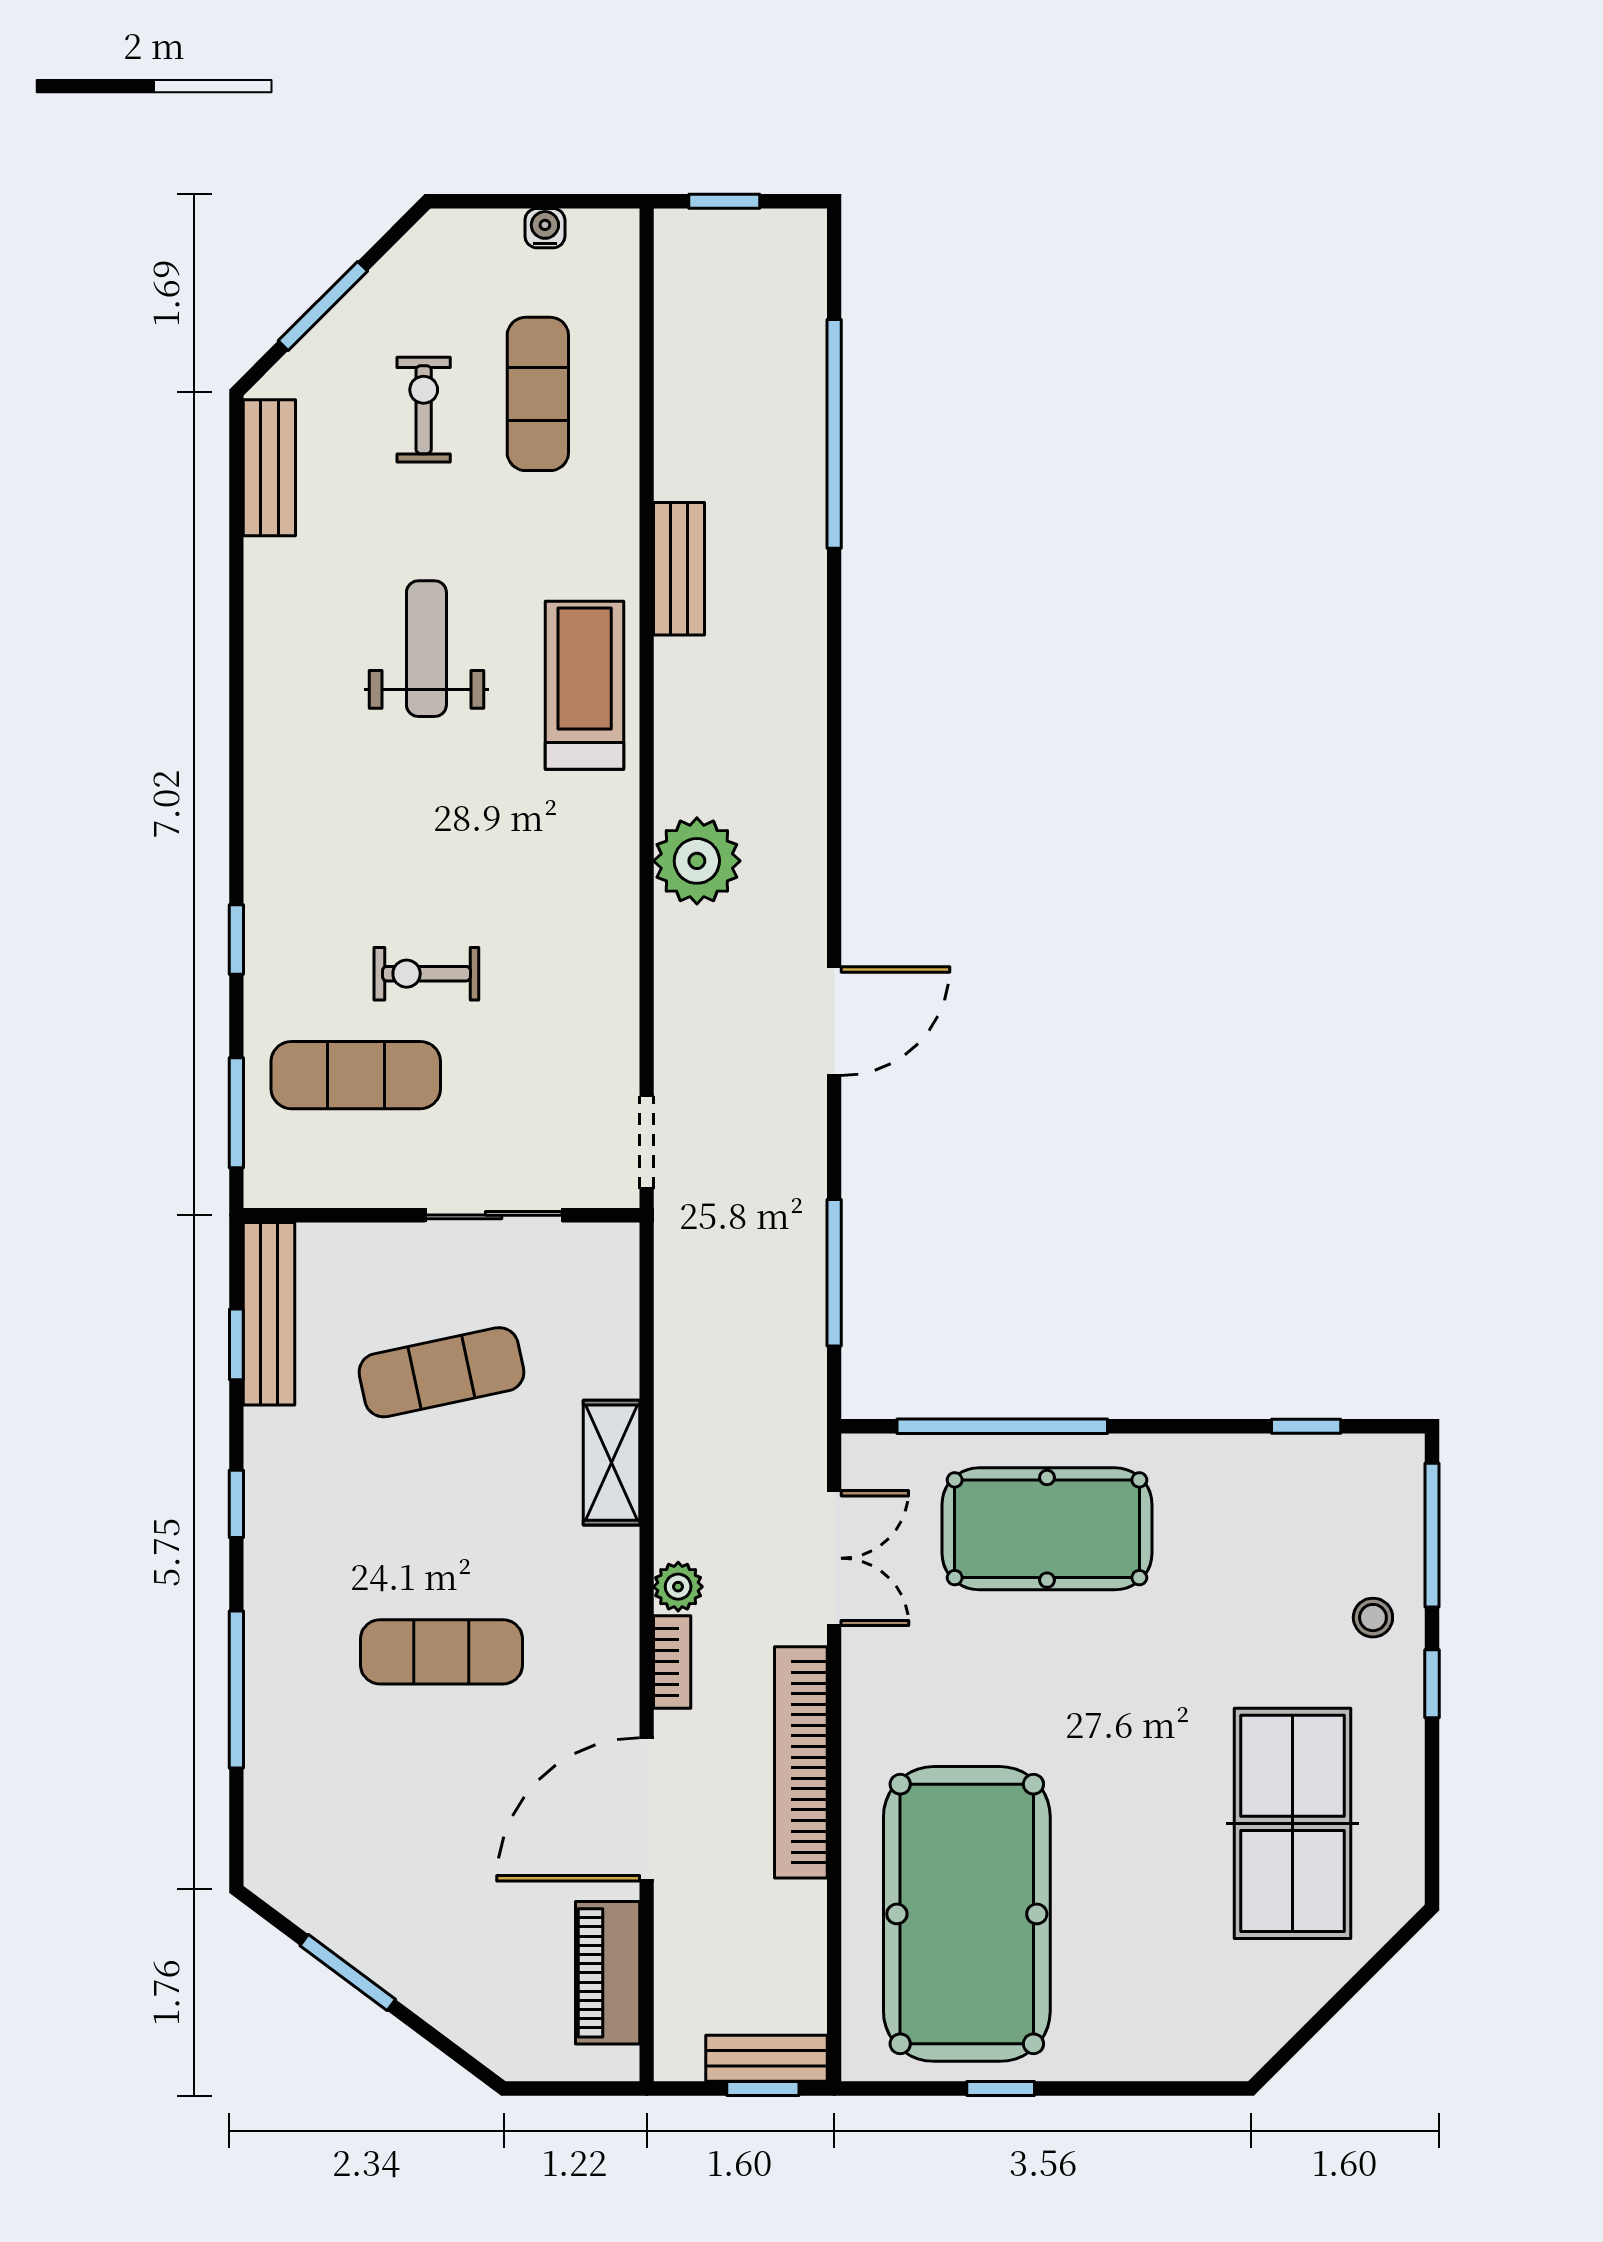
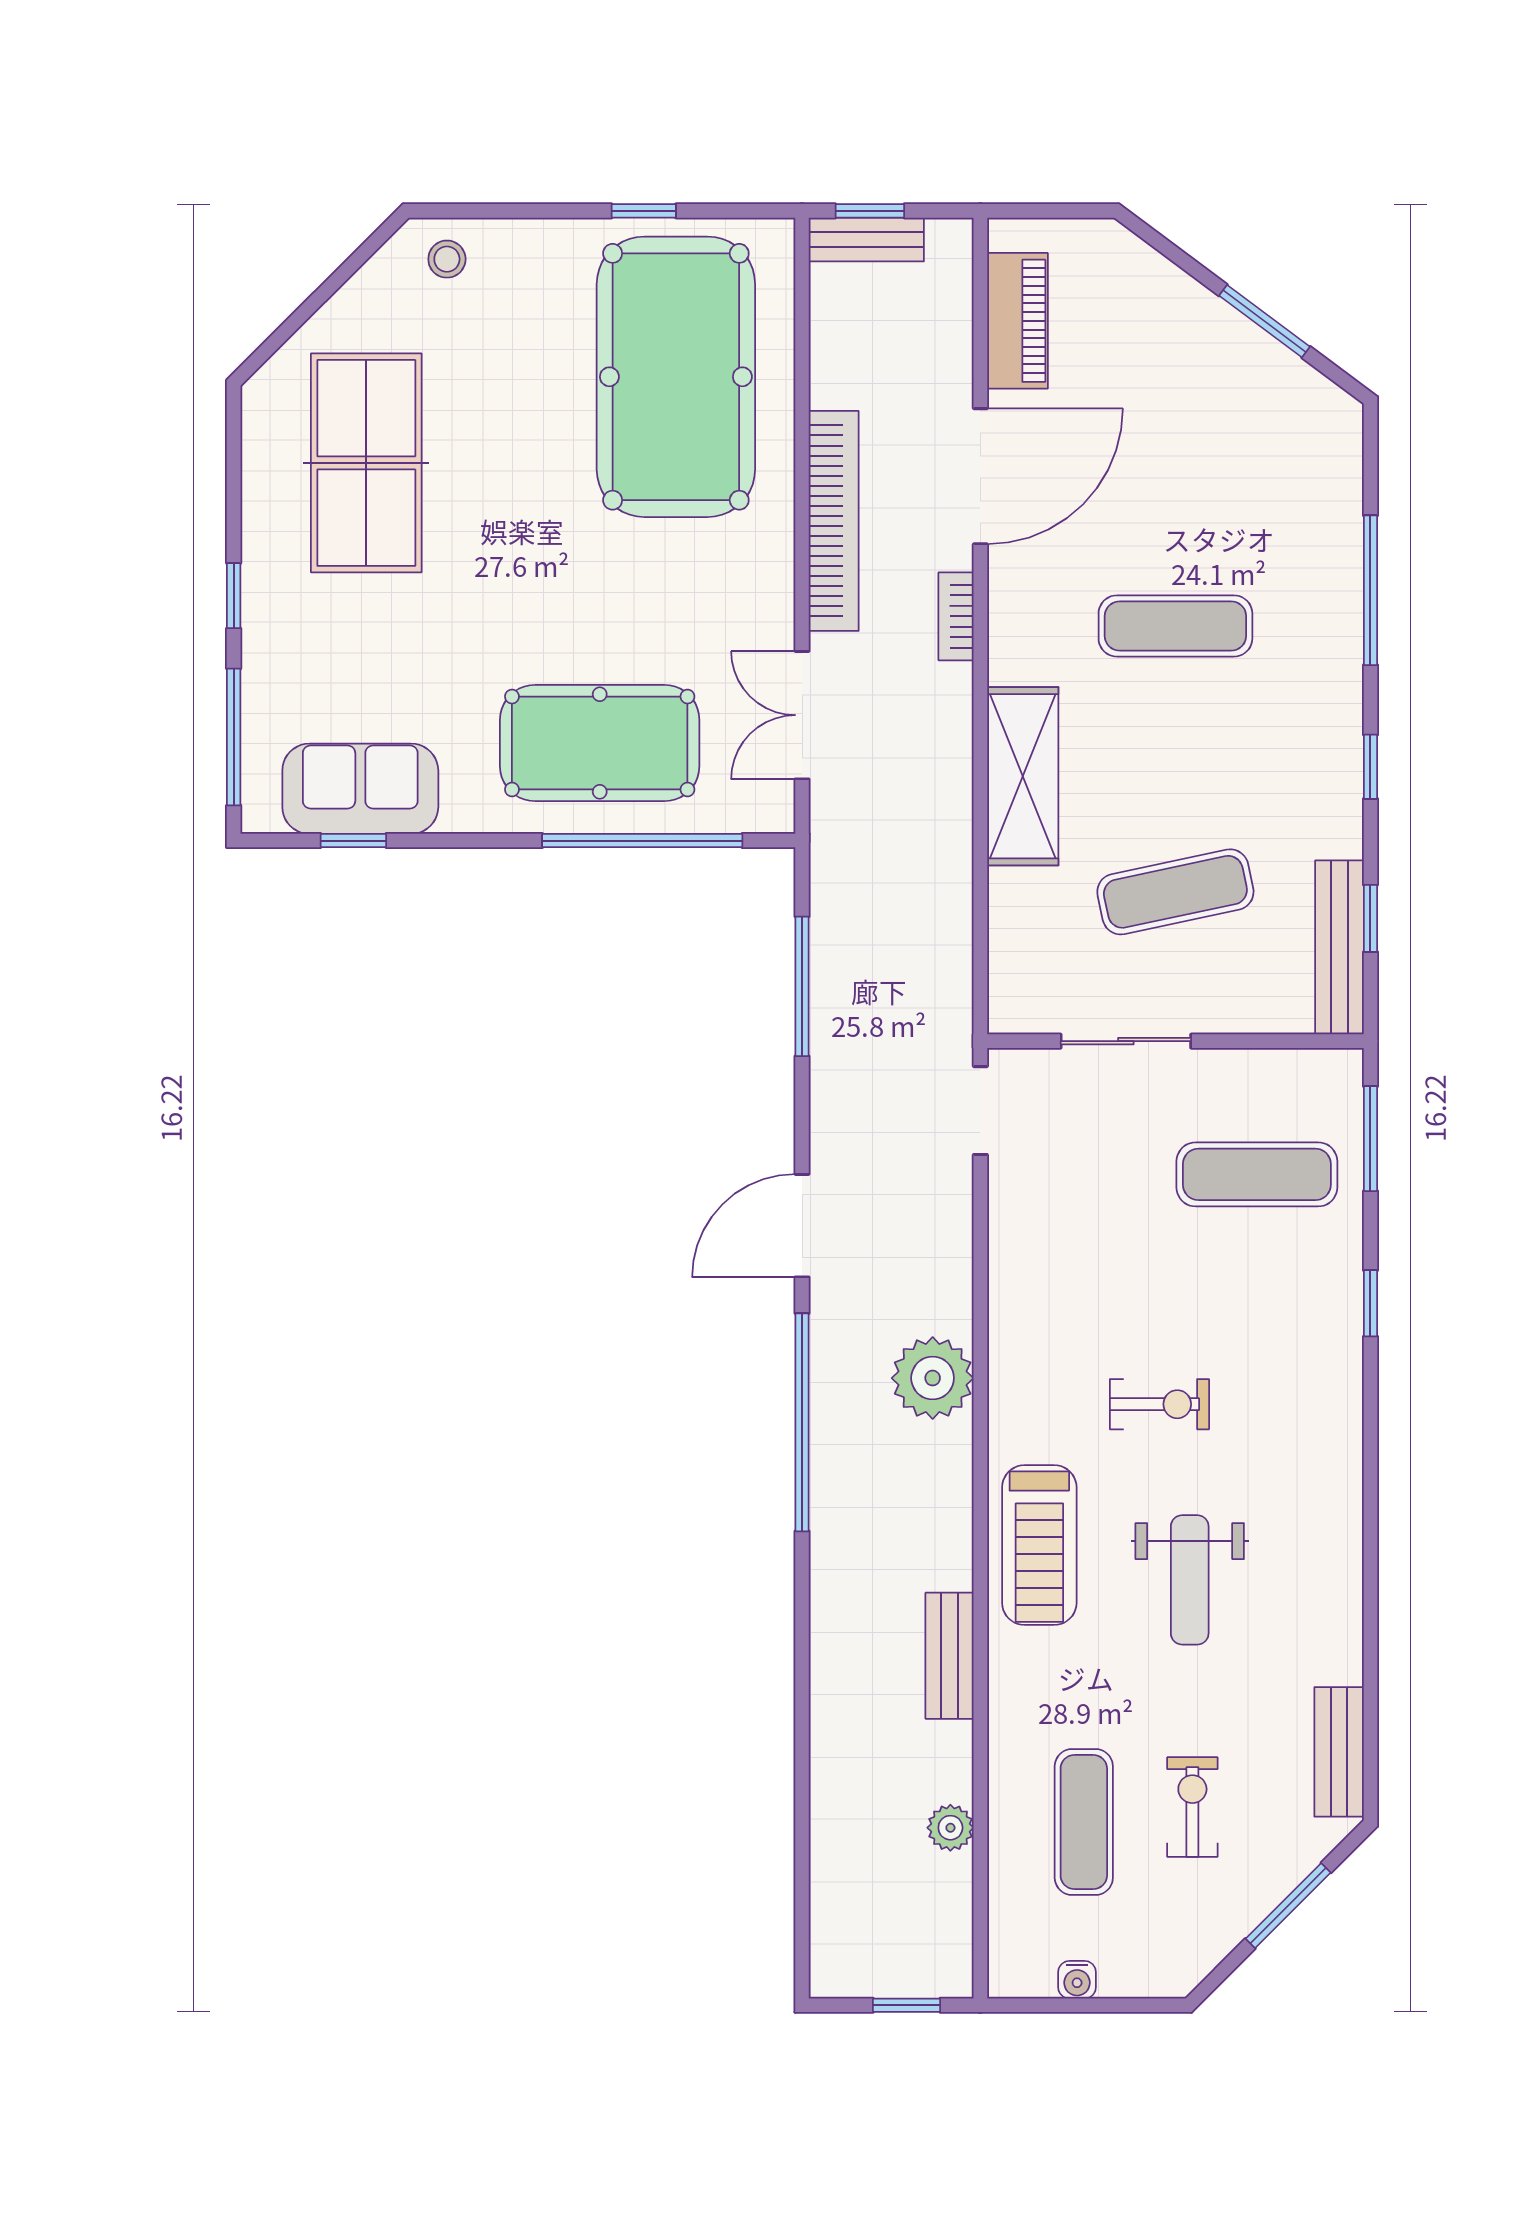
exercise bike: (424, 410) -> (1192, 1807), turned 180
window: (834, 434) -> (802, 1422), moved
exercise bike: (426, 974) -> (1159, 1404), moved
shelving: (611, 1463) -> (1023, 776), width x1.50, depth x1.33
sofa: (1299, 1481) -> (360, 789), added
plant: (678, 1587) -> (950, 1828), moved
stool: (1373, 1618) -> (447, 259), moved

